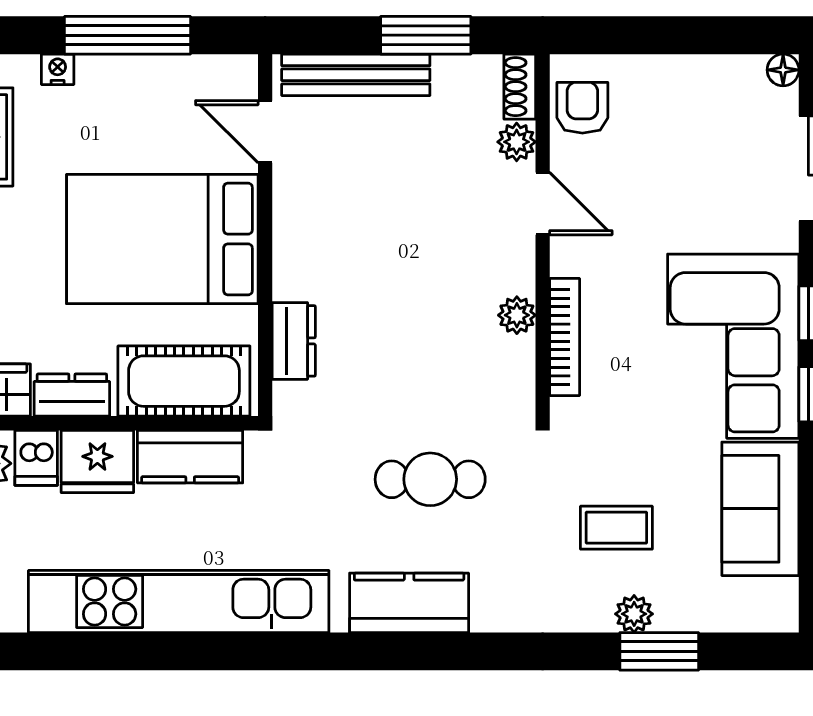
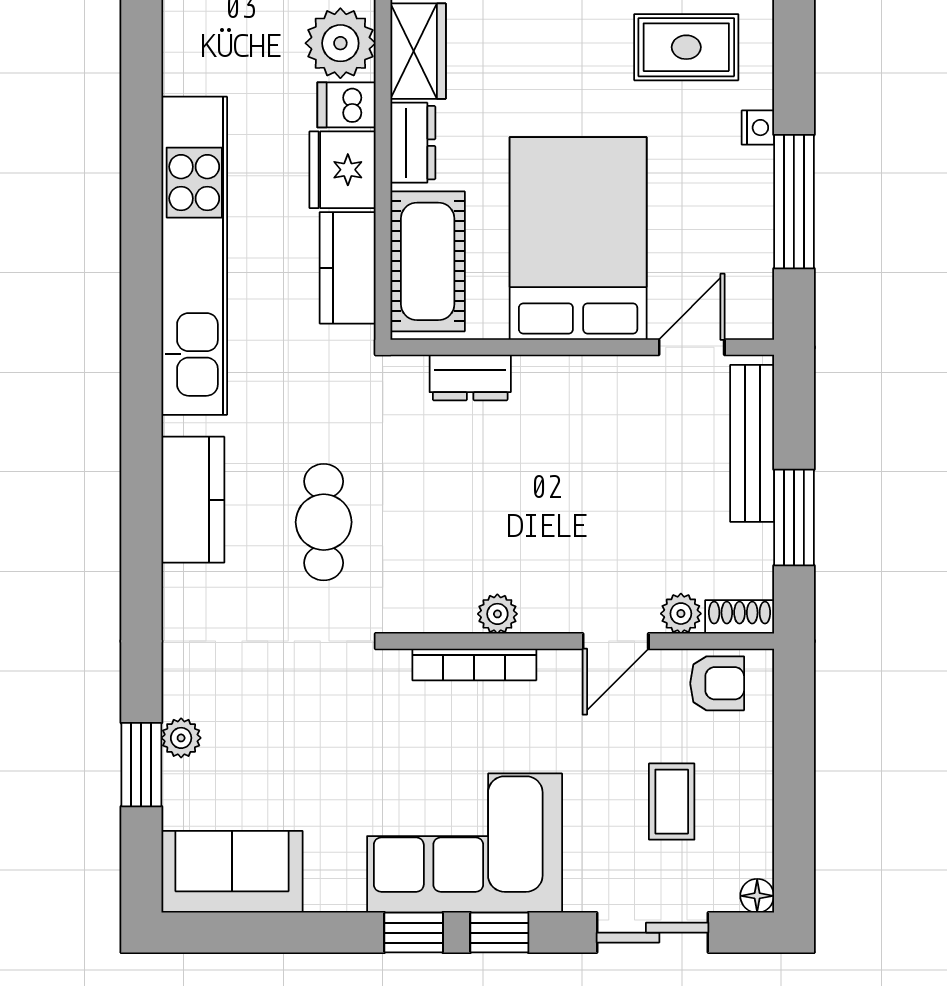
sofa: (760, 509) -> (232, 872), moved
coffee table: (616, 528) -> (672, 802), moved

